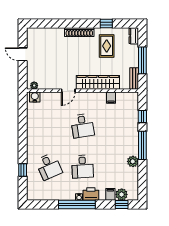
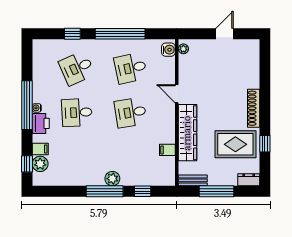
rug: (107, 46) -> (235, 144), width x1.36, depth x1.43
desk: (49, 126) -> (131, 68), added
window: (23, 134) -> (120, 34), added
plant: (133, 161) -> (112, 179), moved

